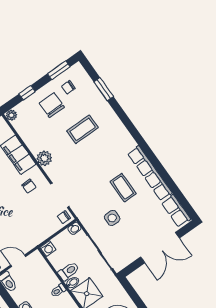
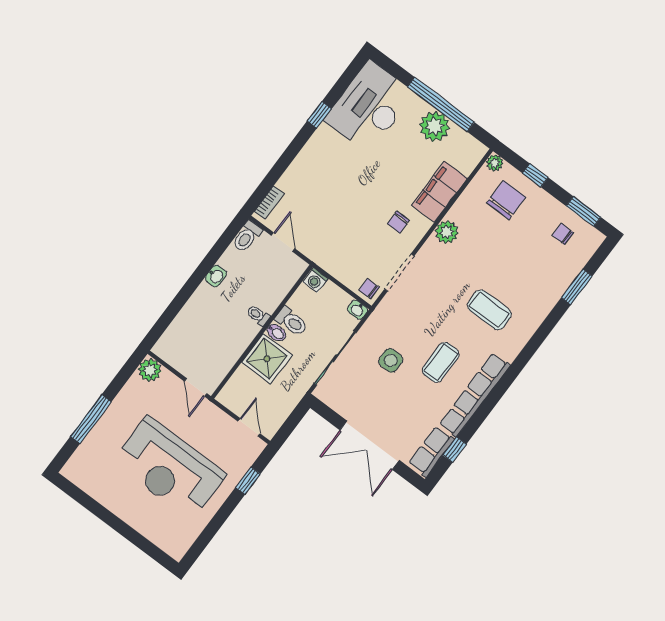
chair: (52, 105) -> (506, 200), moved
coffee table: (83, 129) -> (489, 310), moved
window: (179, 196) -> (455, 450), added

